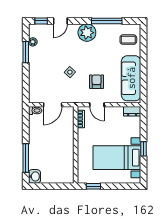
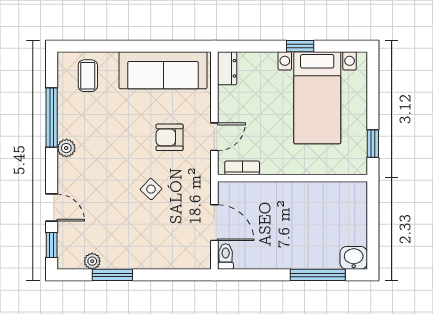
plant: (87, 33) -> (66, 148), width x0.53, depth x0.53

